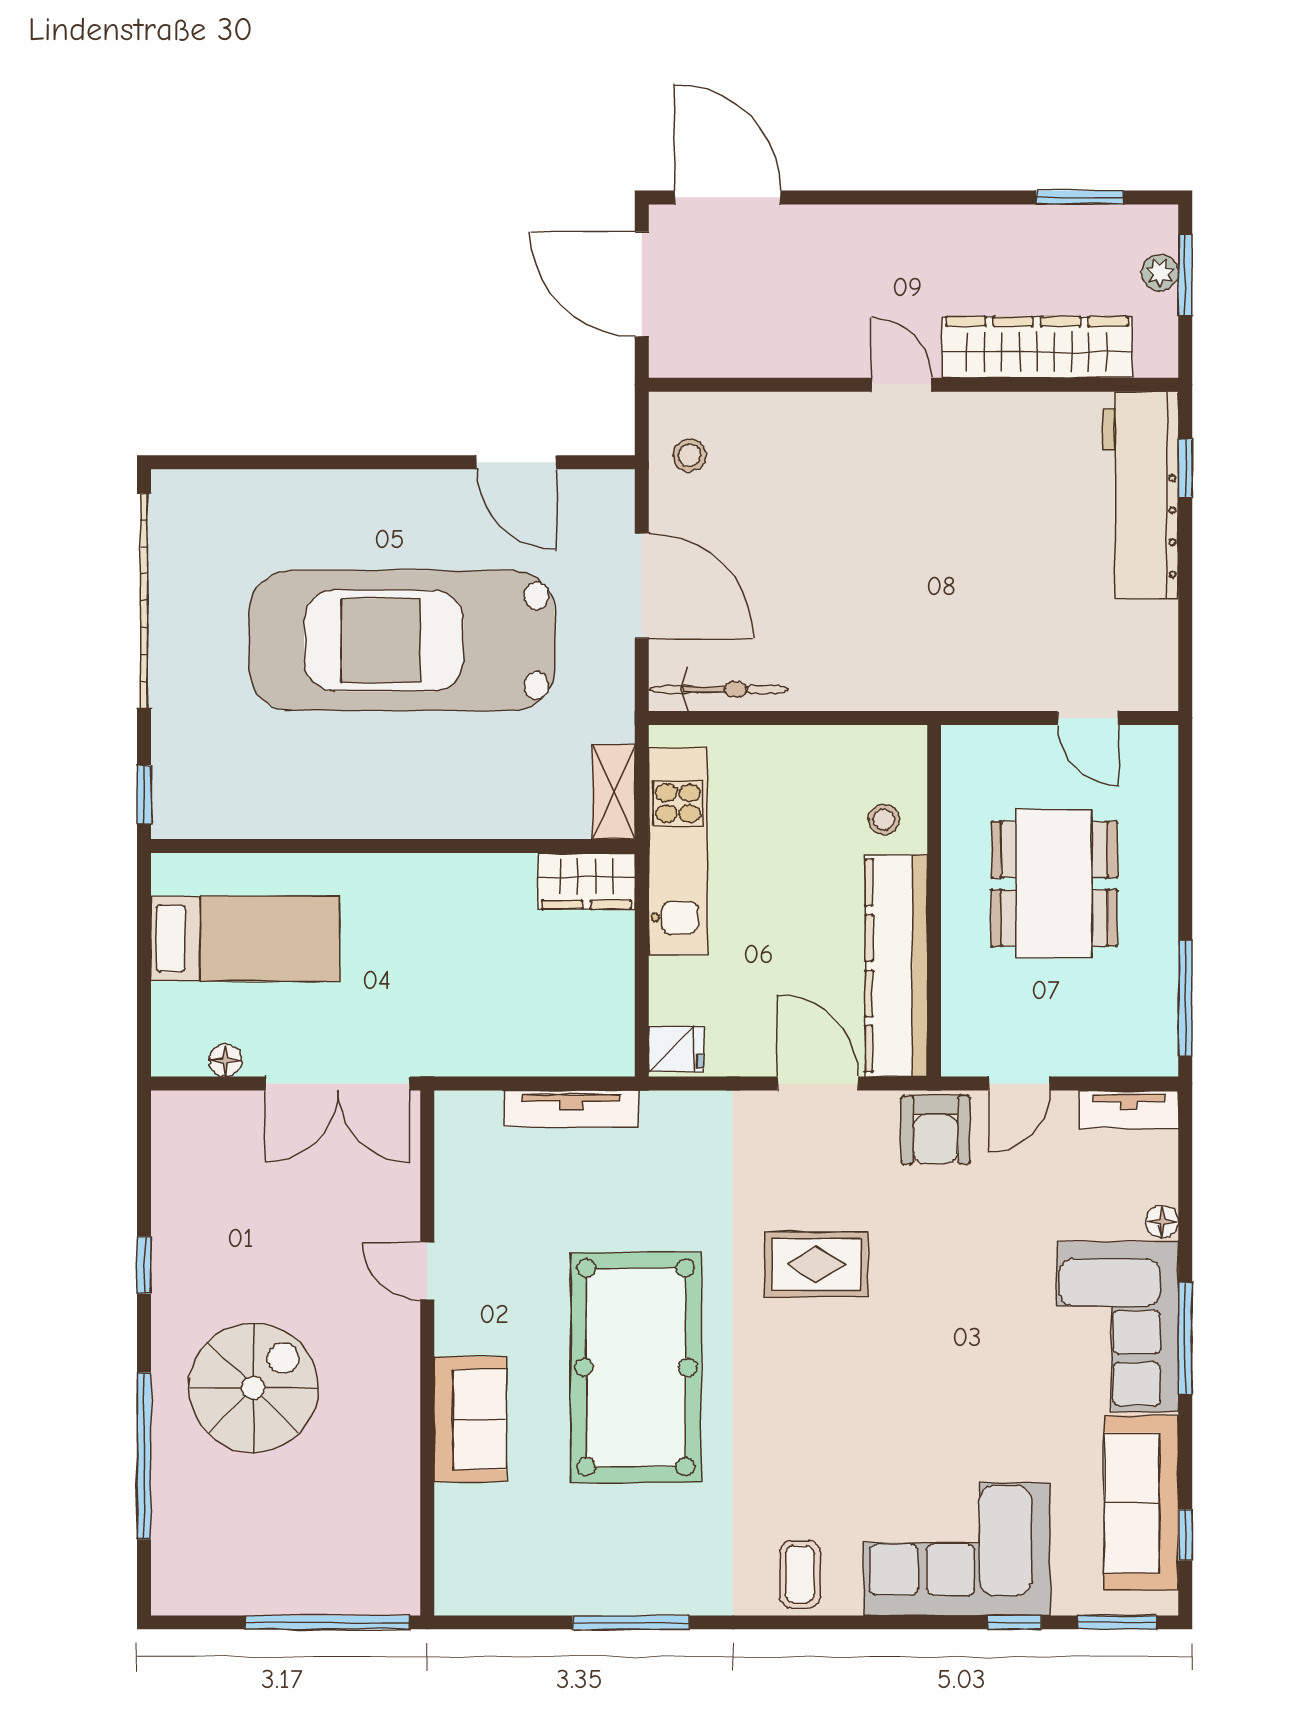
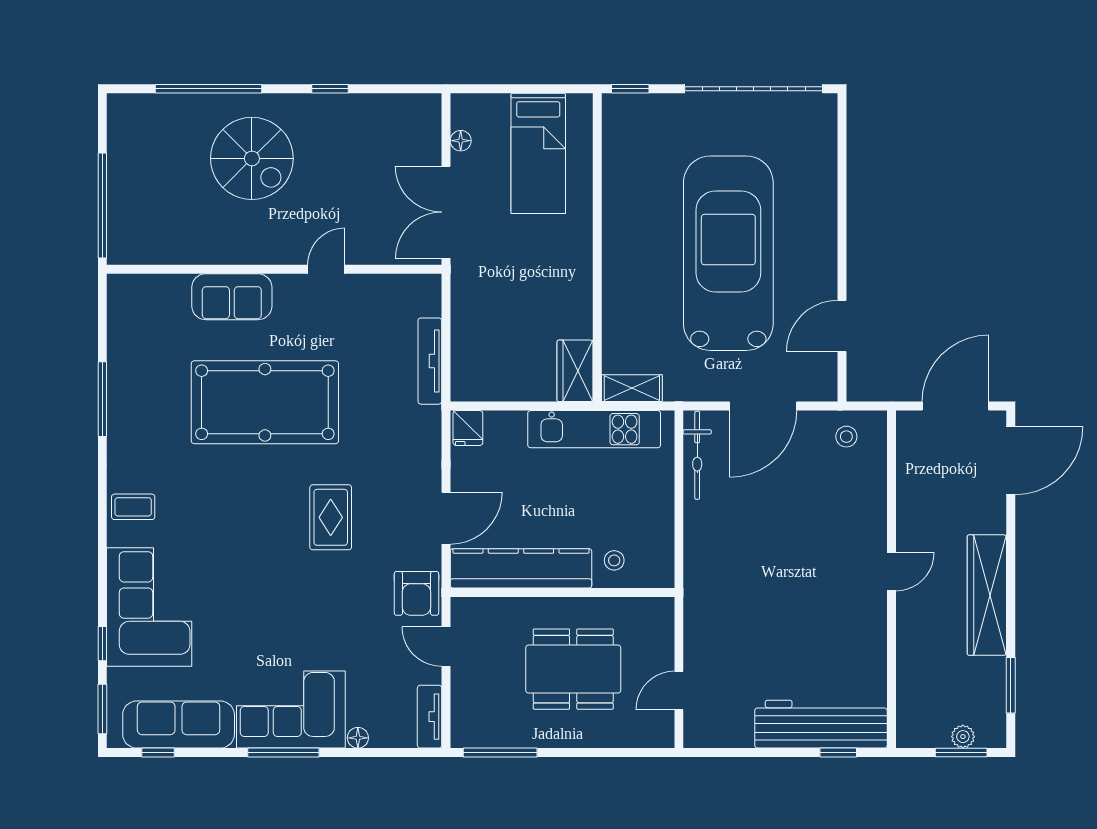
wardrobe: (1037, 347) -> (987, 595), moved, turned 180
armchair: (936, 1130) -> (416, 593), turned -90

